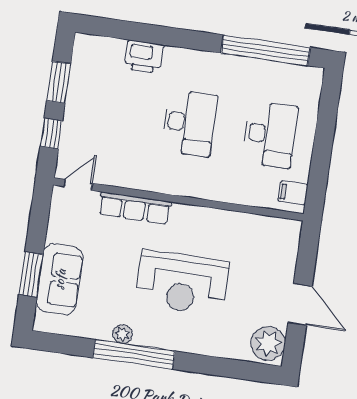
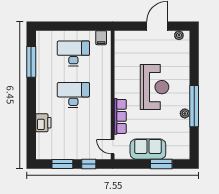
window: (266, 50) -> (31, 62), width x0.68
sofa: (60, 279) -> (148, 149), moved
plant: (268, 343) -> (179, 35), width x0.53, depth x0.53

